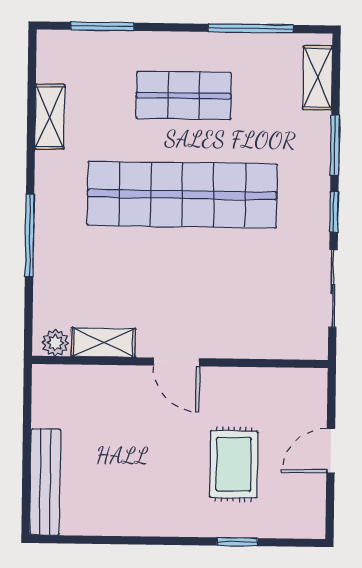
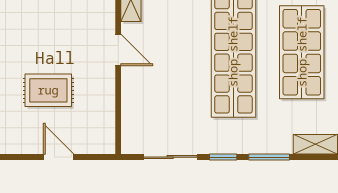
shop shelf: (184, 96) -> (302, 52), width x1.43, depth x1.36
door: (177, 362) -> (118, 50), swing flipped

